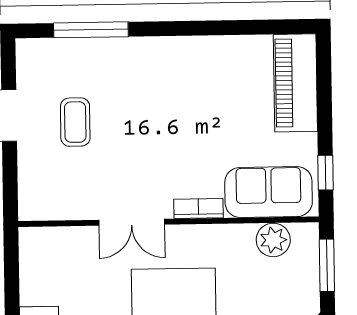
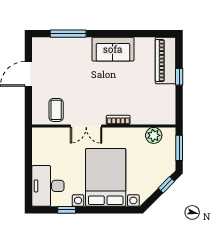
coffee table: (75, 122) -> (56, 110), moved
window: (325, 173) -> (179, 77), moved
sofa: (269, 192) -> (113, 49), moved, turned 180

